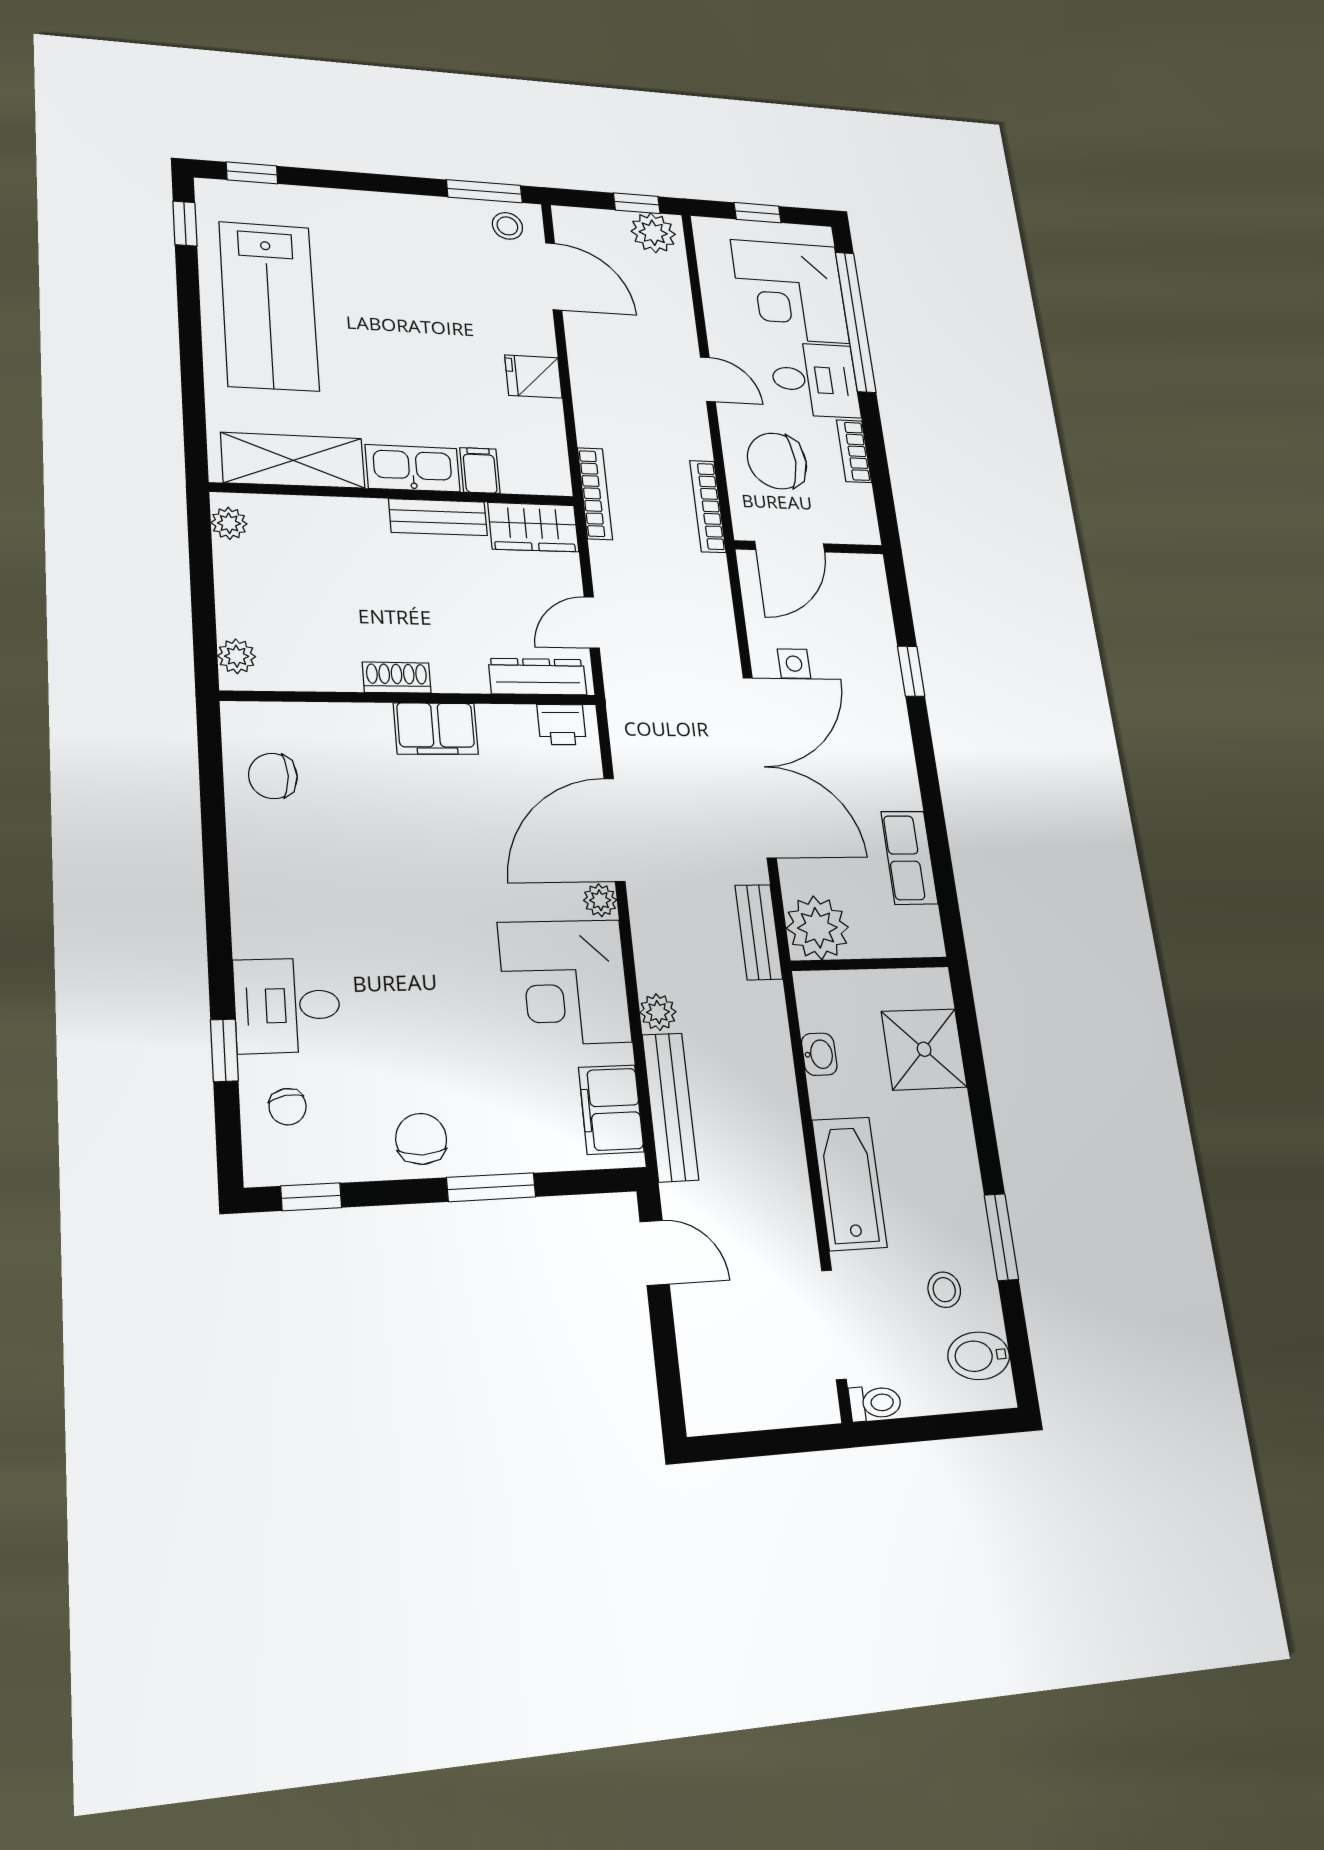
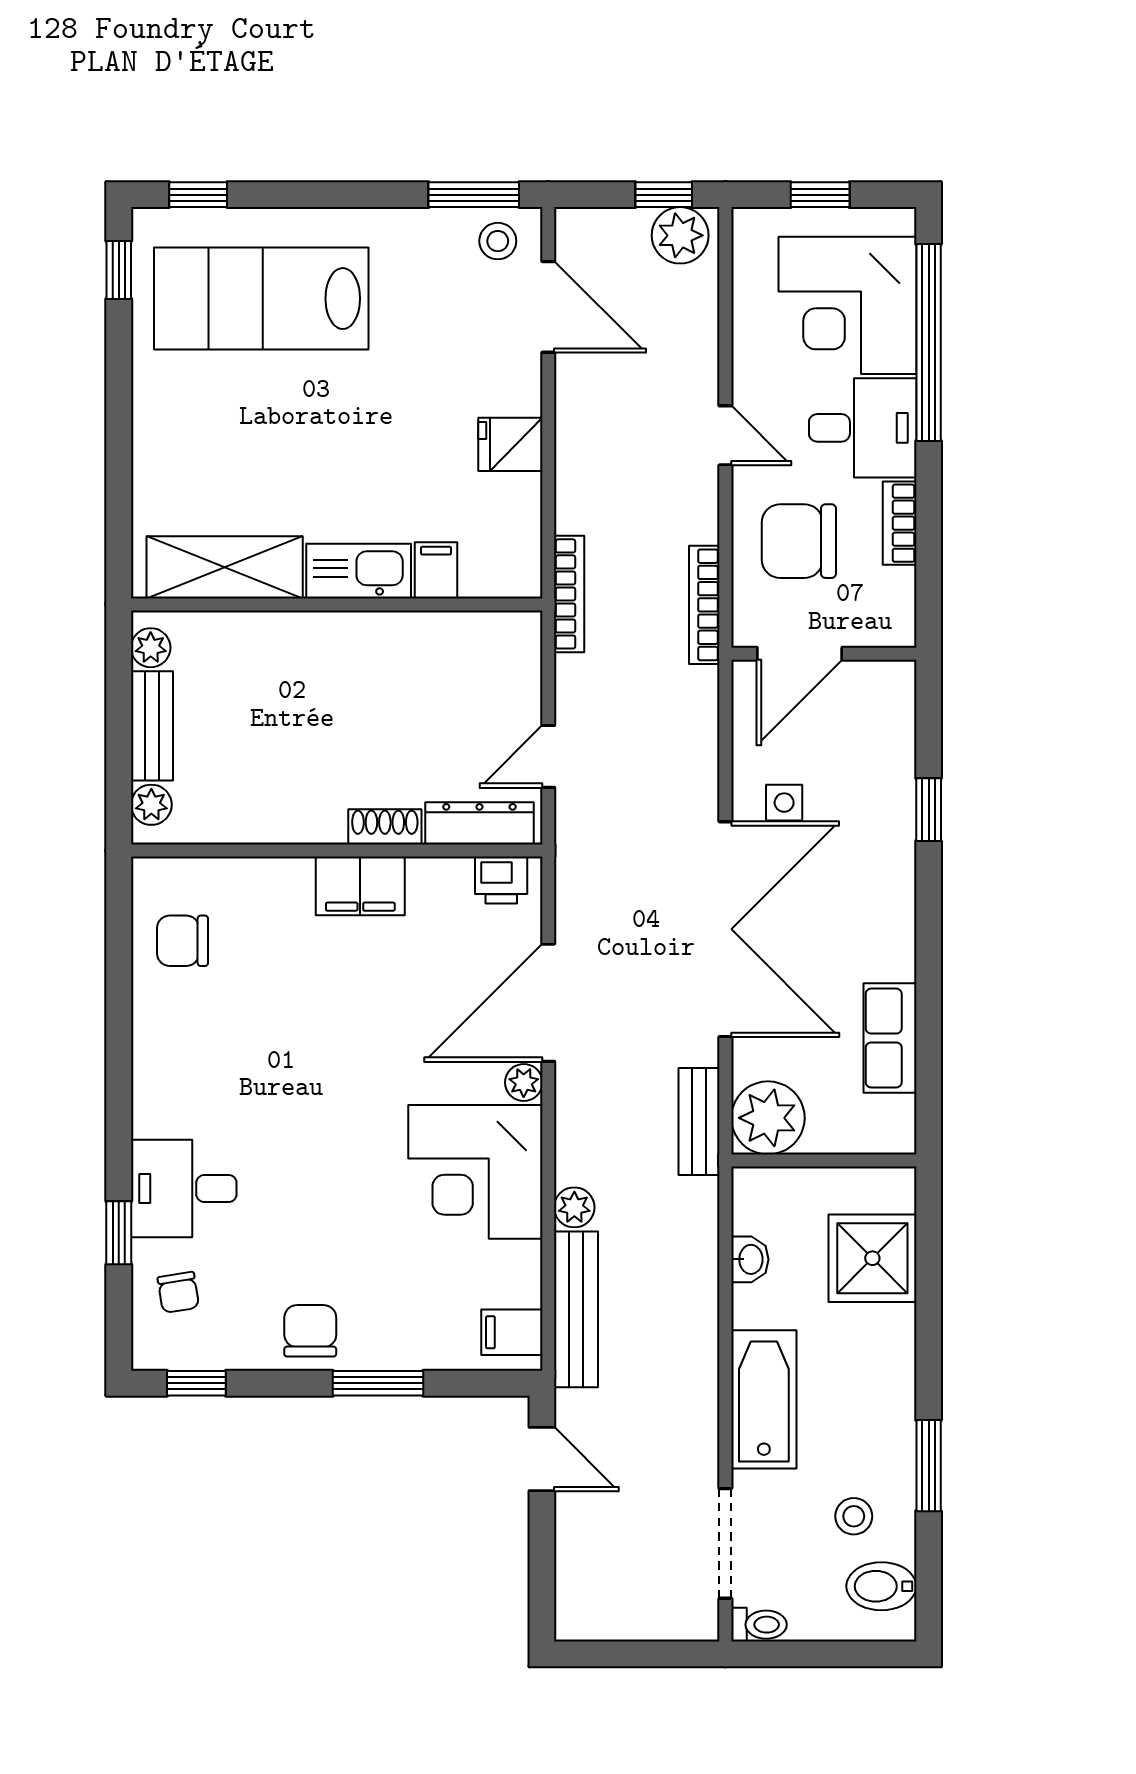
lab bench: (269, 306) -> (261, 299), moved, turned 90
bench: (438, 517) -> (152, 726), moved, turned 90
wardrobe: (533, 527) -> (492, 640), removed
shoe rack: (397, 678) -> (385, 827), moved
filing cabinet: (611, 1109) -> (512, 1332), width x0.50

